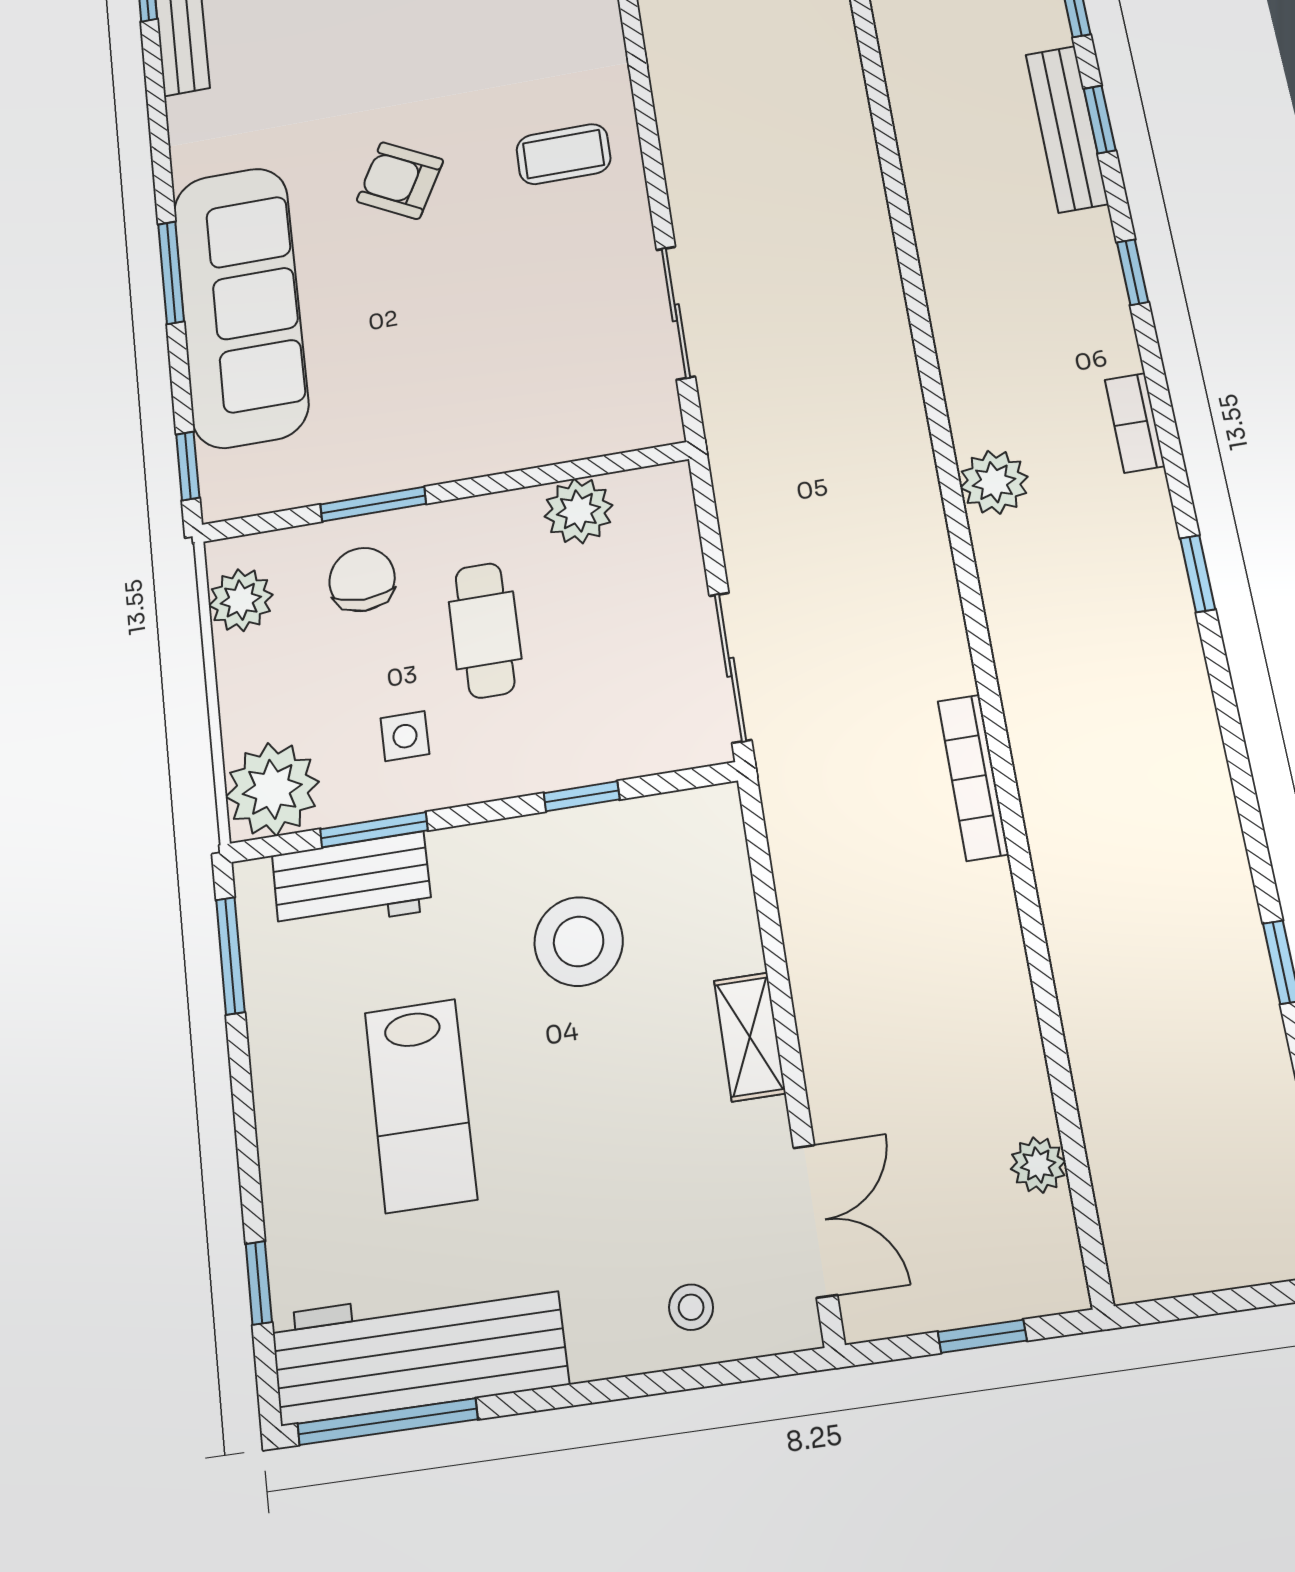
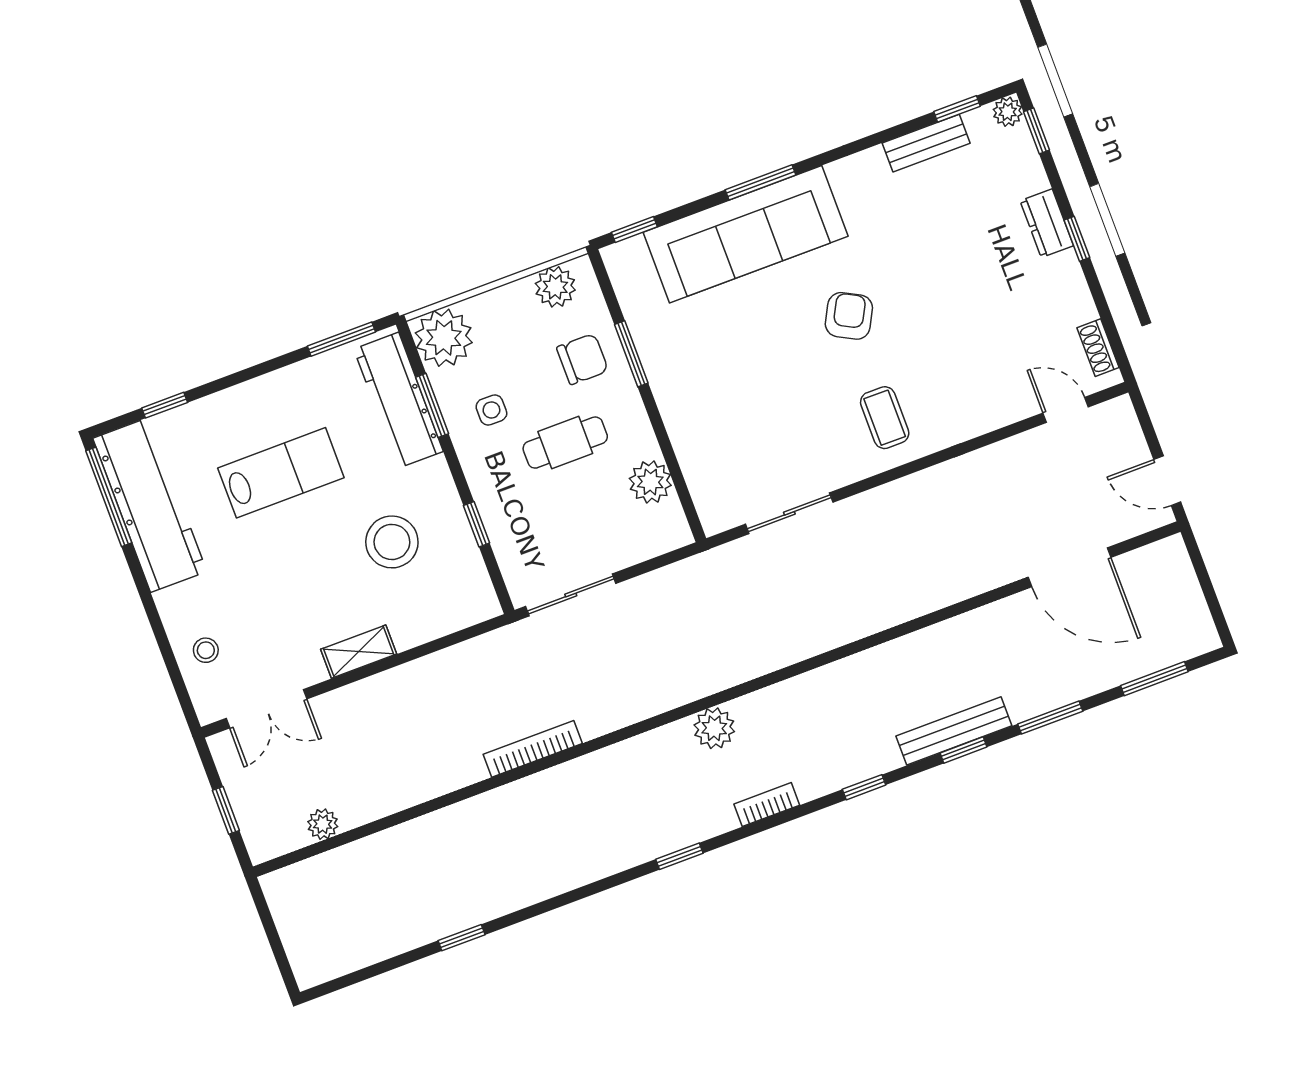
workbench: (352, 883) -> (399, 400), width x1.38
lab bench: (421, 1105) -> (281, 473), turned 180

